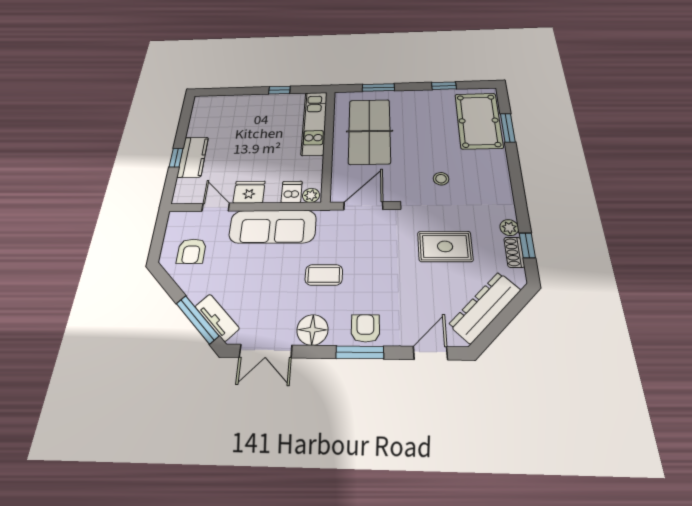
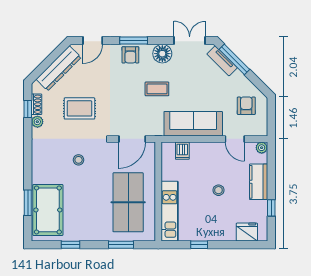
stool: (247, 147) -> (218, 190), added
window: (176, 158) -> (271, 208), moved
fridge: (249, 192) -> (247, 232), moved, turned 180
plant: (311, 195) -> (262, 148), moved

